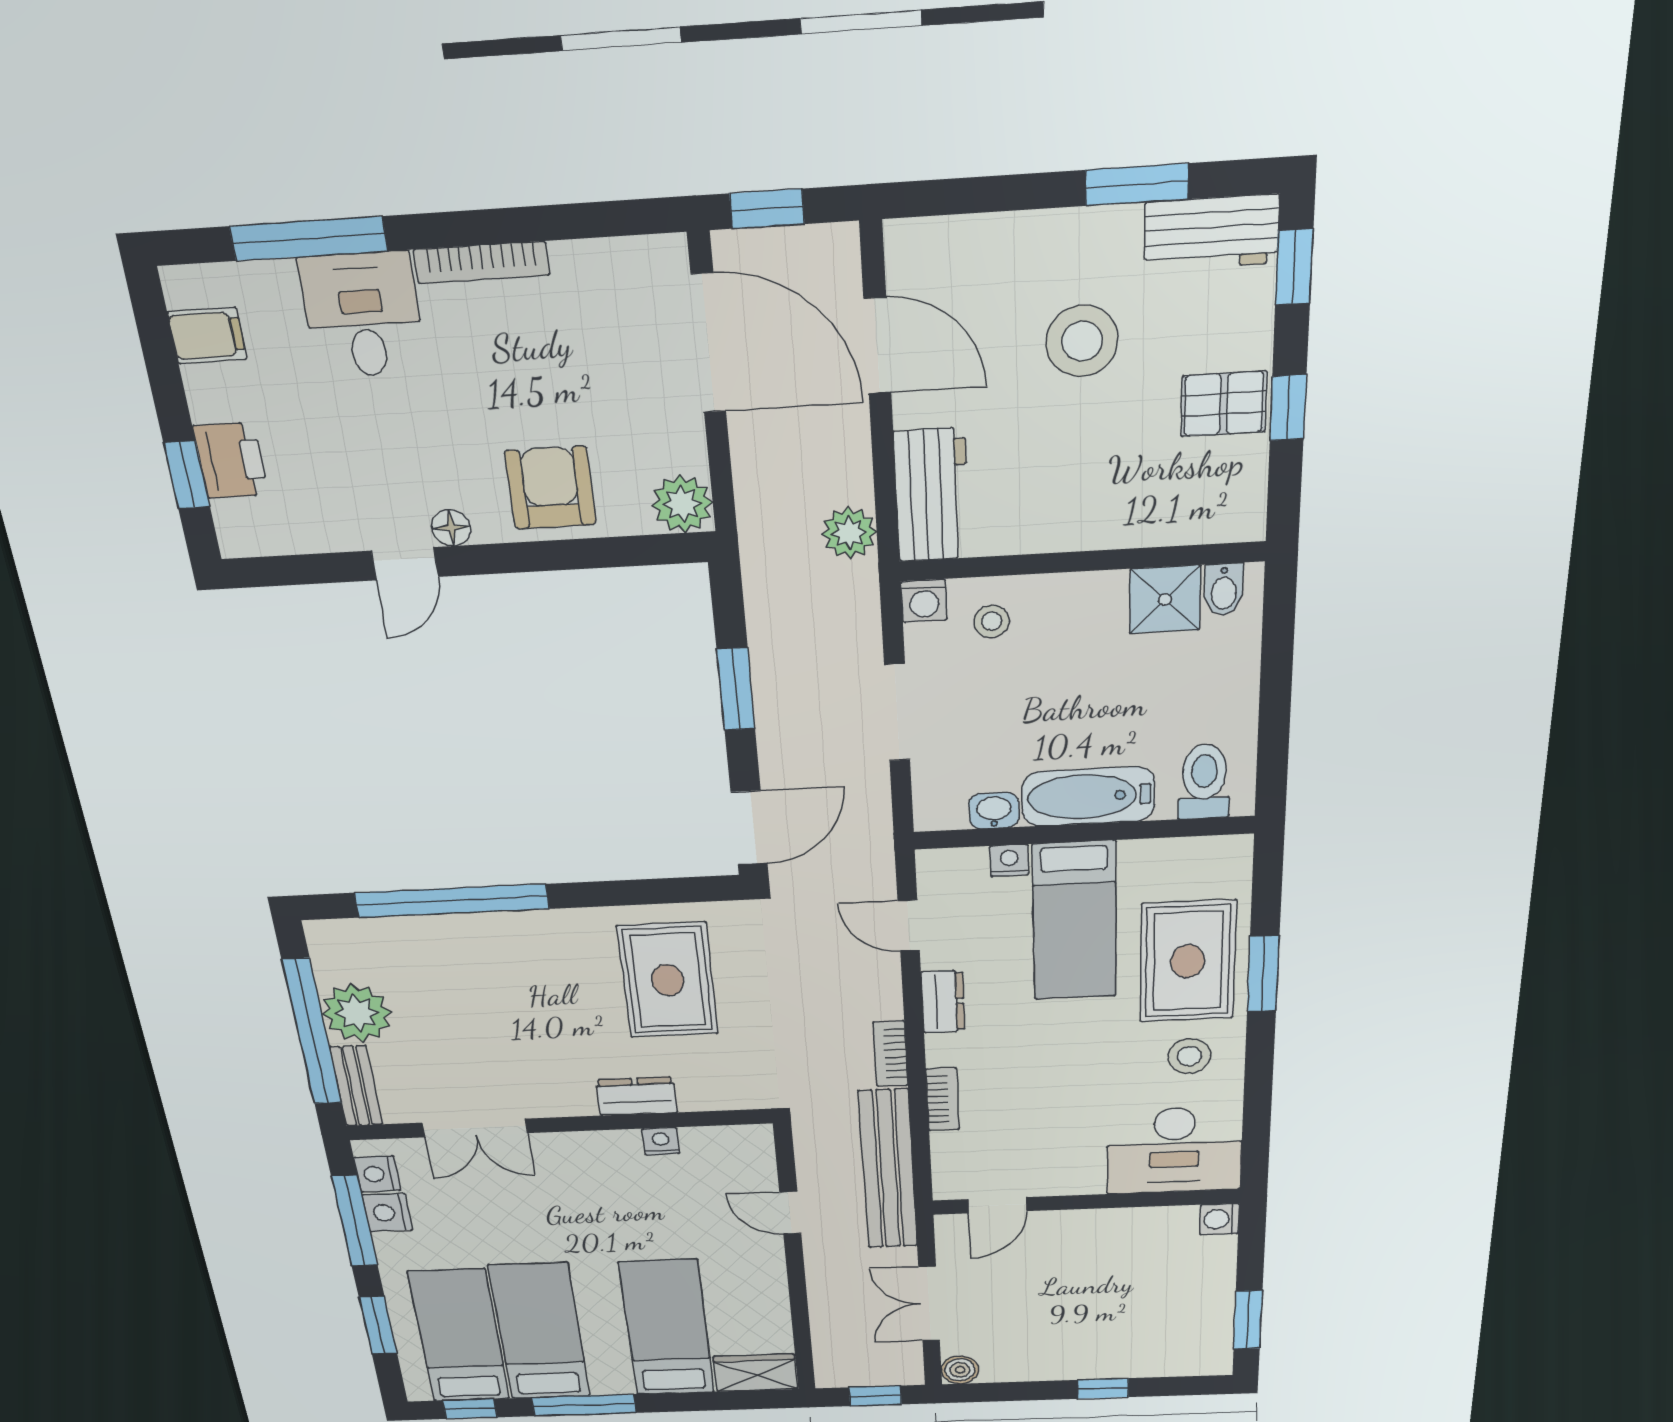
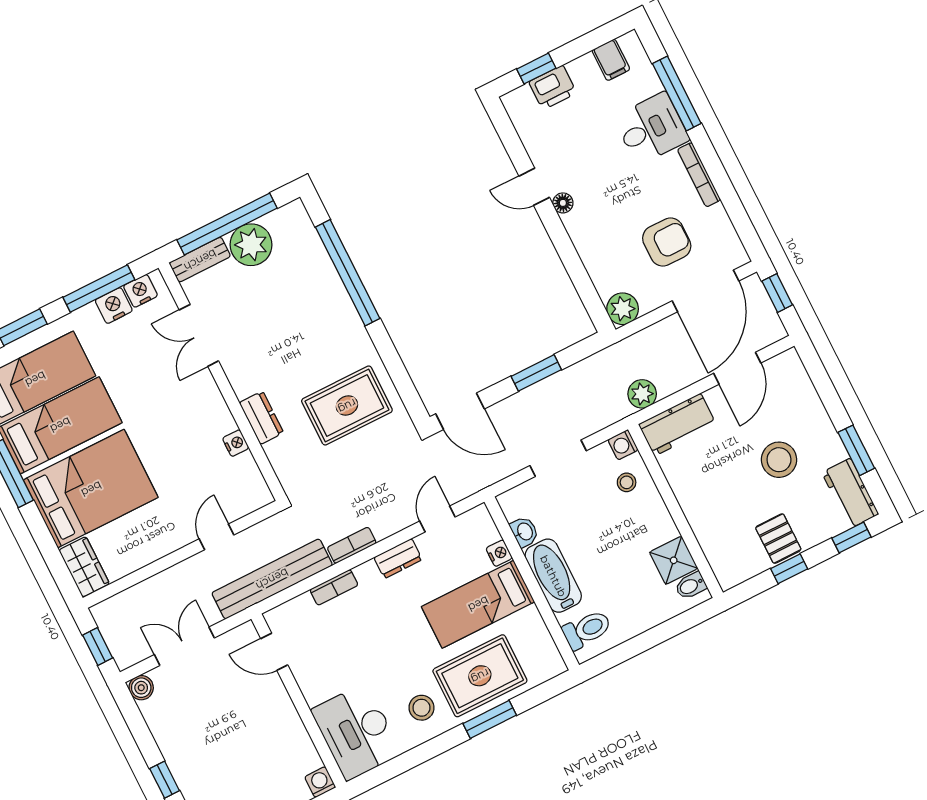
armchair: (550, 488) -> (667, 242), moved
bed: (667, 1328) -> (91, 489), width x1.50

